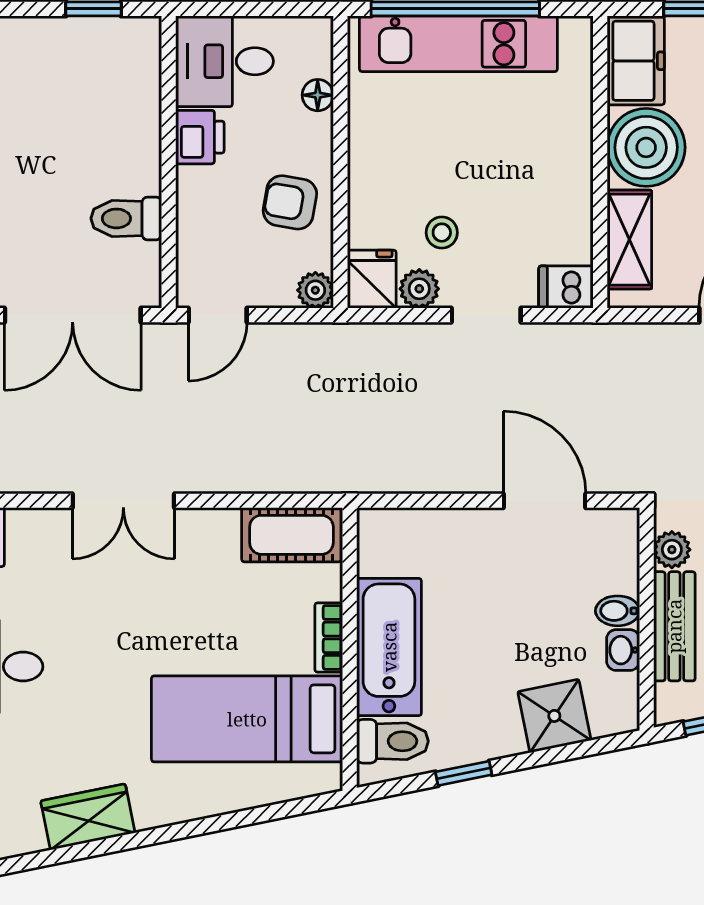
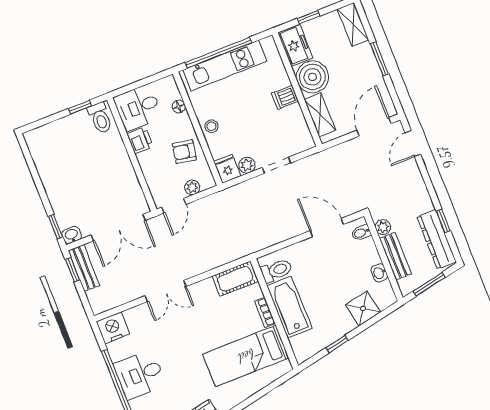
toilet: (126, 218) -> (100, 118), moved, turned -90
stool: (442, 233) -> (211, 126), moved
dishwasher: (566, 287) -> (285, 97), moved
plant: (315, 290) -> (192, 187), moved
bidet: (618, 611) -> (361, 233), moved
toilet: (392, 741) -> (276, 270), moved

